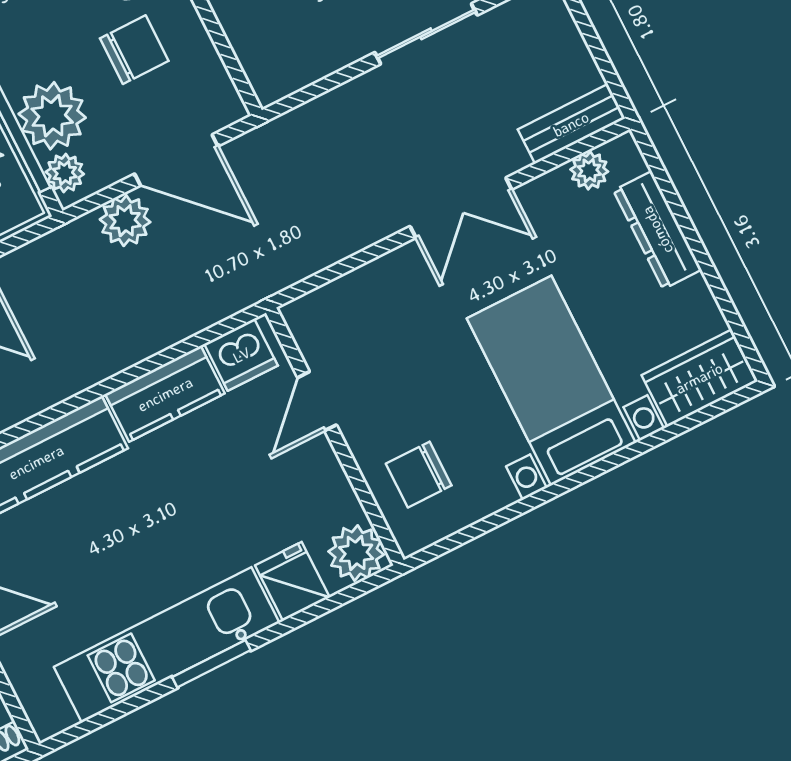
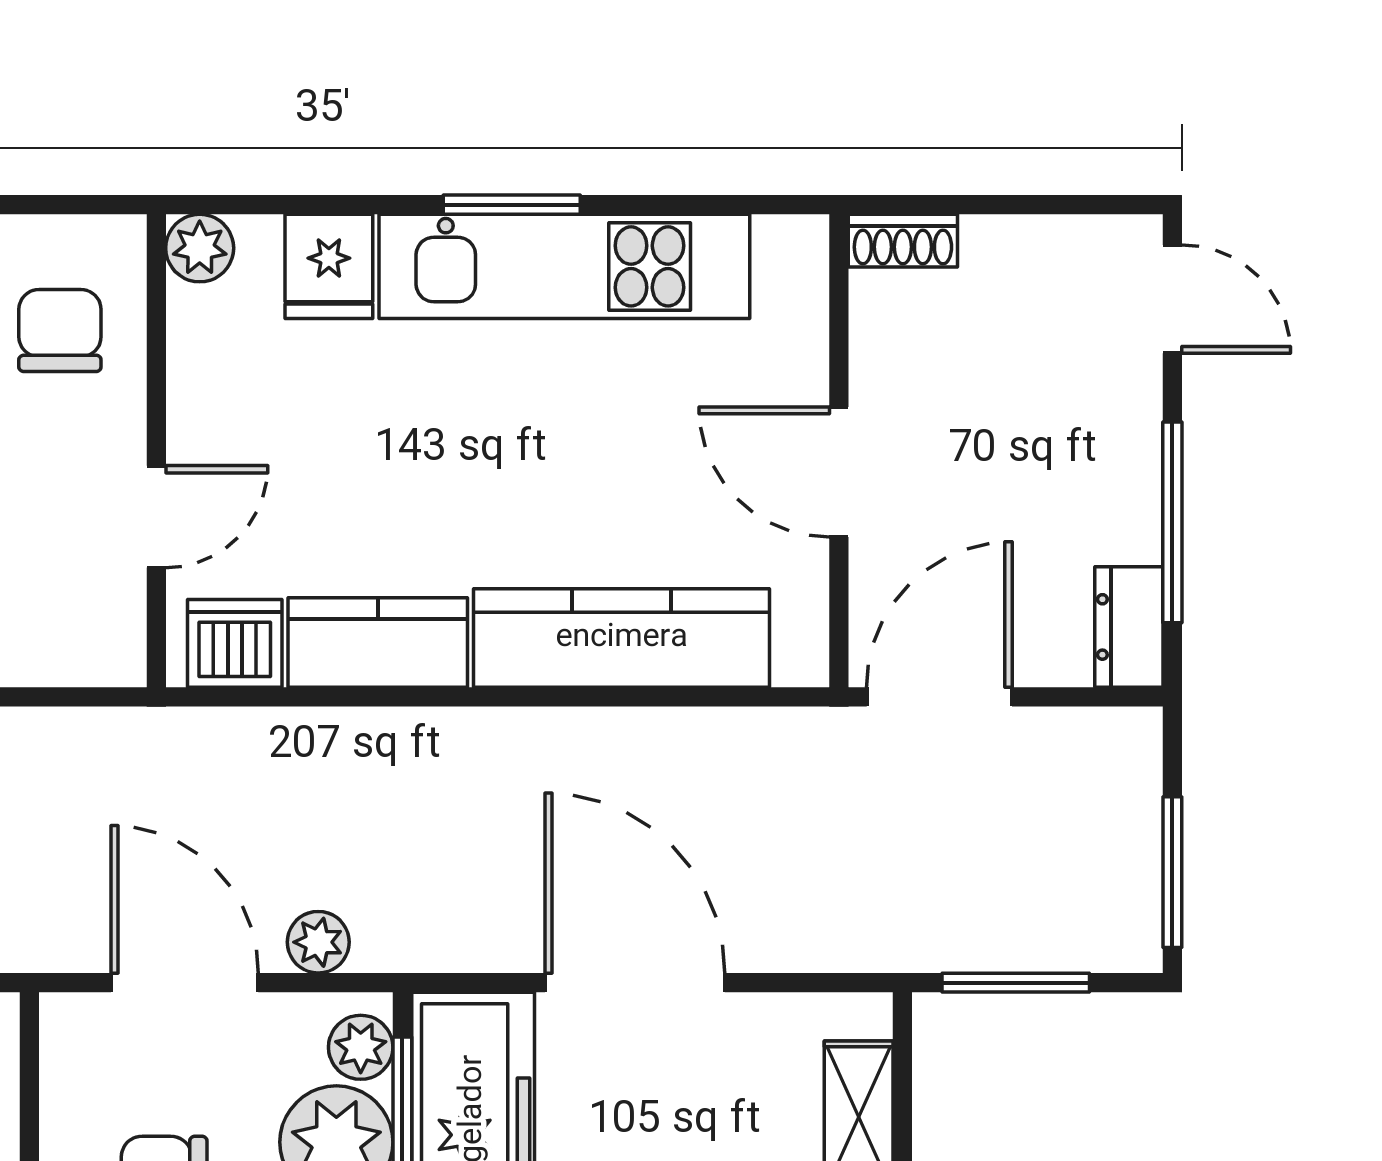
plant: (125, 221) -> (318, 942), width x0.73, depth x0.73
chair: (419, 475) -> (60, 331), turned -90
plant: (356, 553) -> (200, 248), width x0.73, depth x0.73

